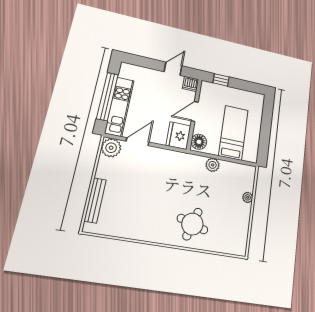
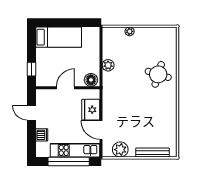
dishwasher: (191, 84) -> (42, 135), moved
door: (195, 111) -> (65, 88), swing flipped
bed: (233, 133) -> (59, 37), moved, turned 180
fridge: (178, 136) -> (91, 110), moved, turned 90
plant: (111, 148) -> (120, 150), moved

